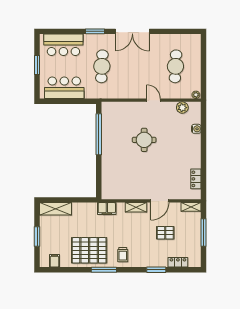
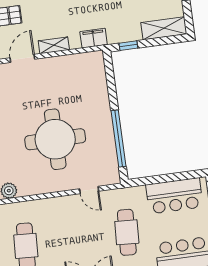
door: (153, 100) -> (89, 190), moved
round table: (144, 140) -> (55, 139), width x1.86, depth x1.86
window: (83, 200) -> (128, 46), added

